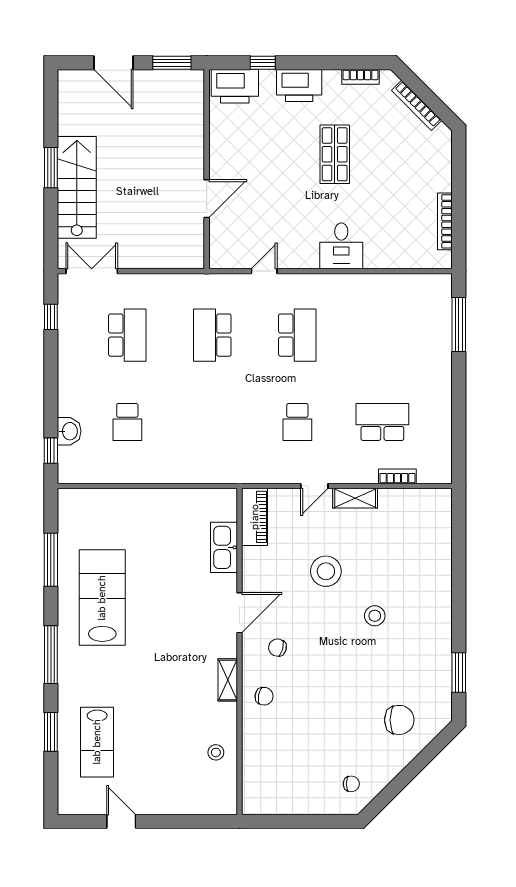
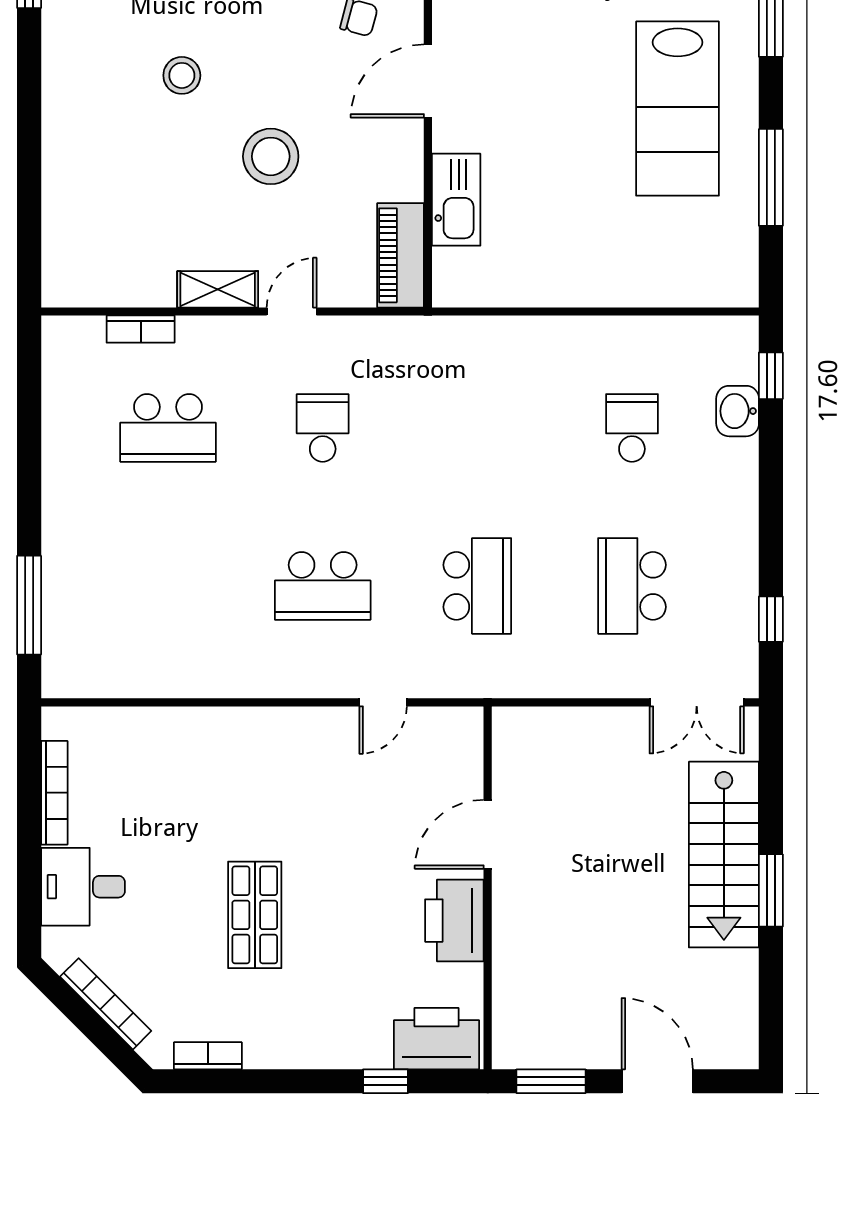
printer: (299, 85) -> (454, 921), moved, turned -90
desk: (341, 246) -> (83, 887), moved, turned -90
school desk: (297, 335) -> (323, 586), turned -90

